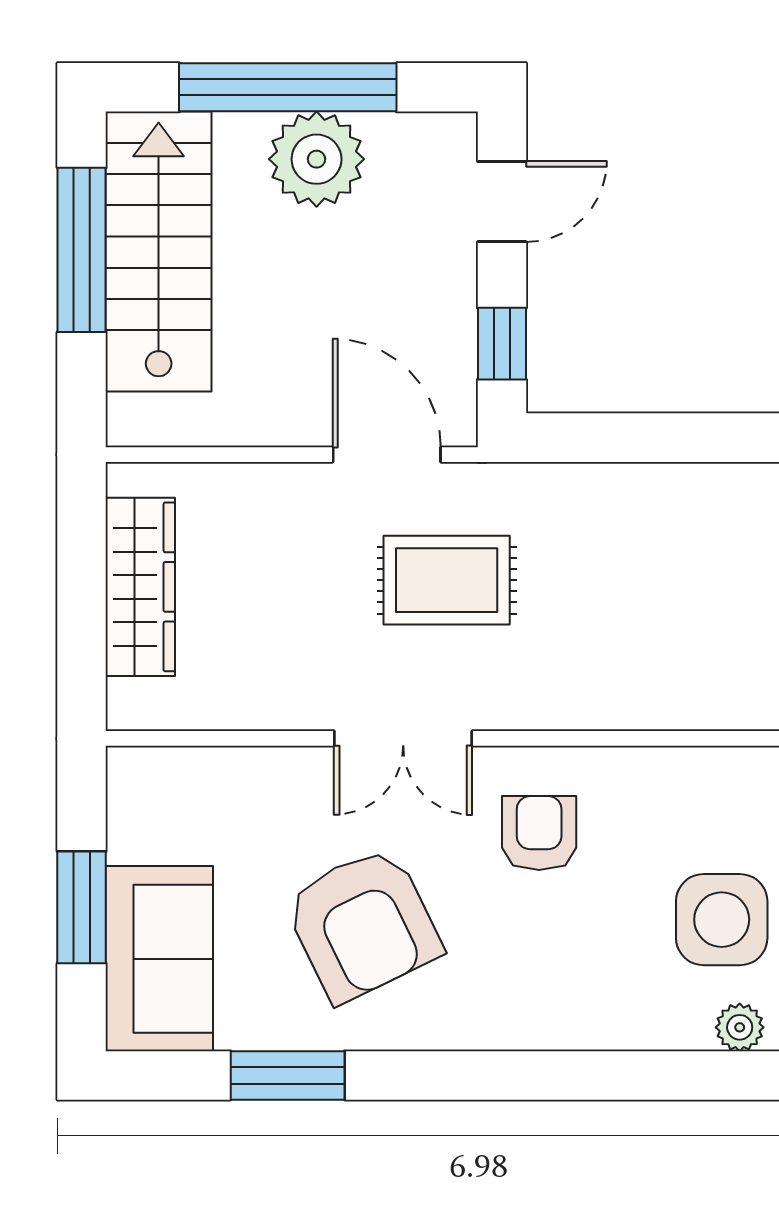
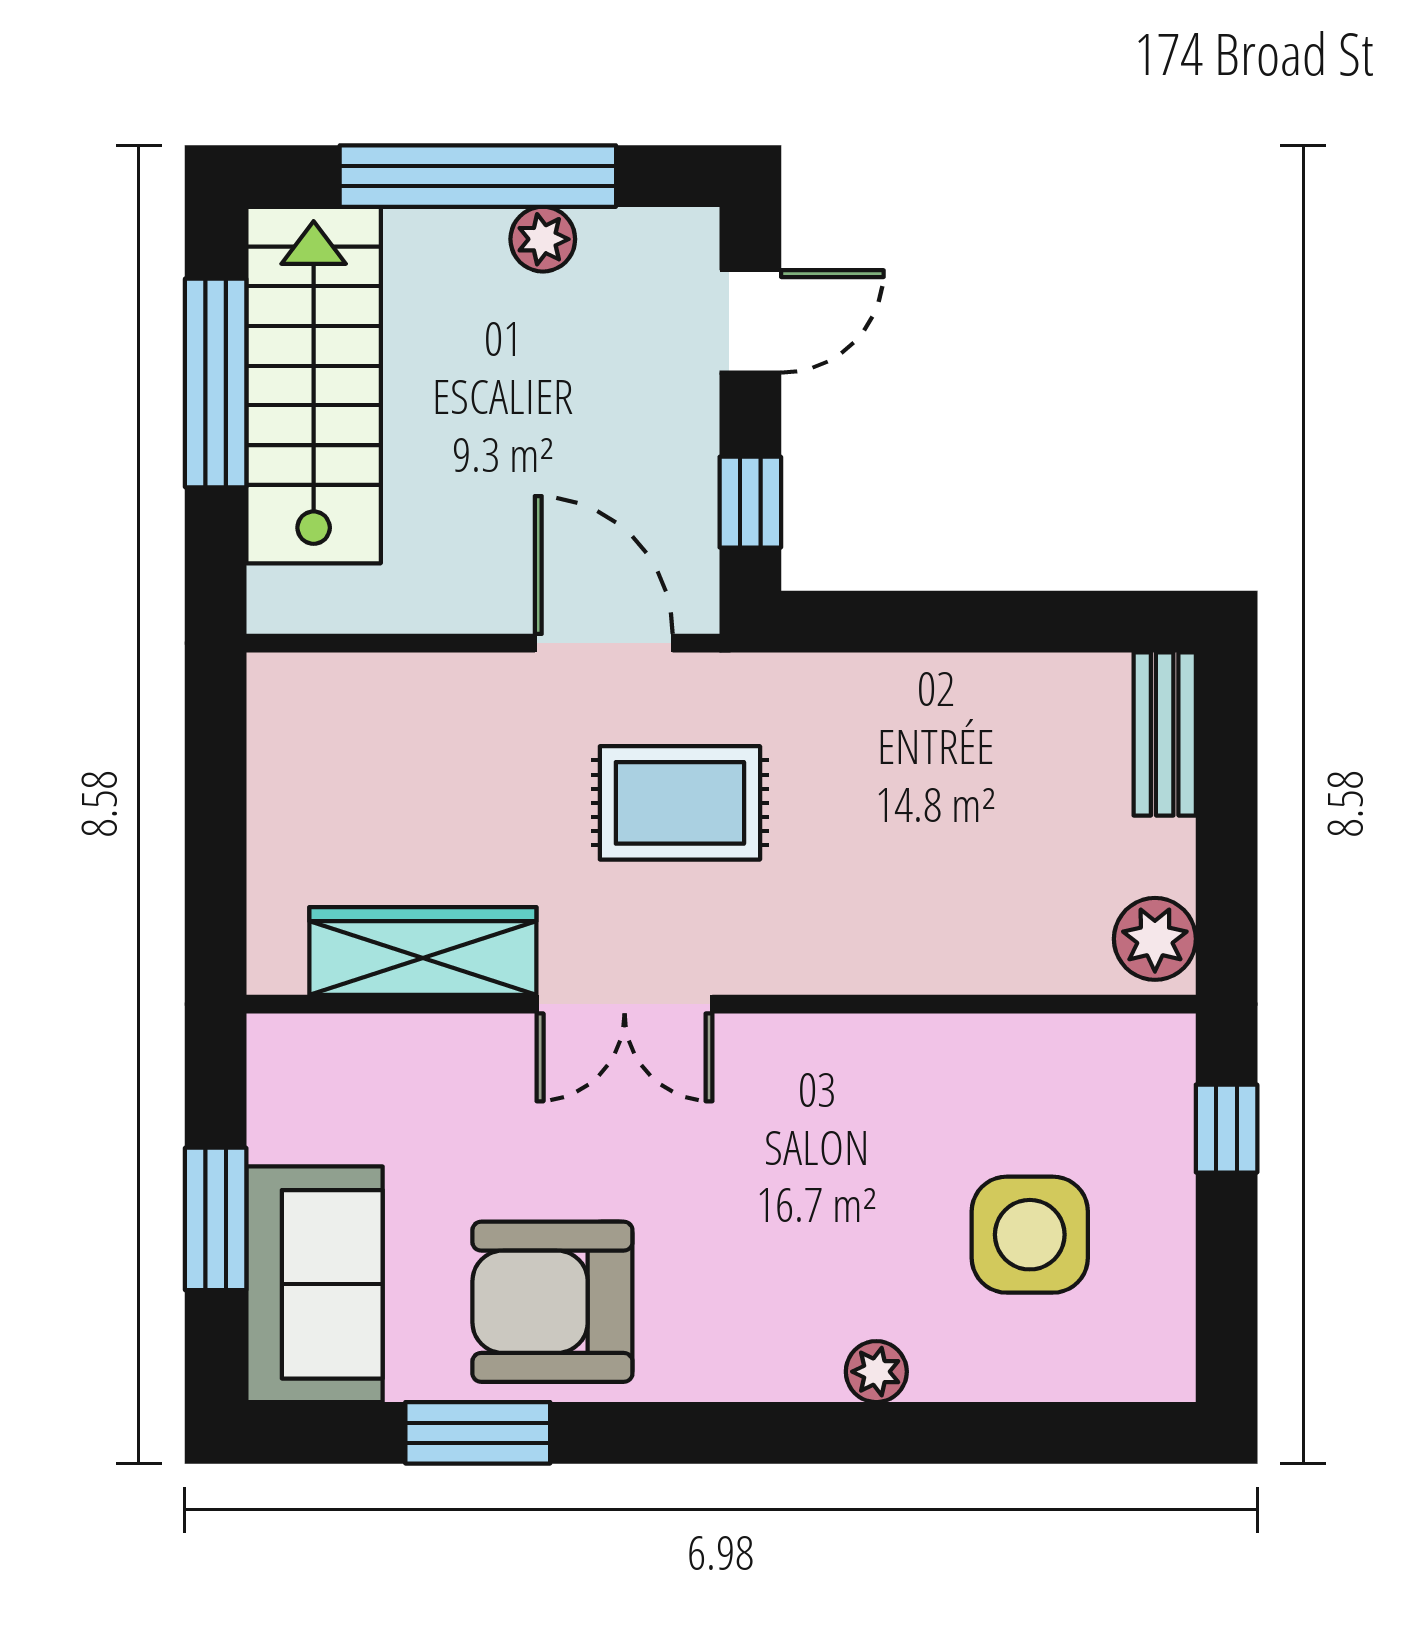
plant: (317, 159) -> (543, 239), width x0.53, depth x0.53
wardrobe: (140, 587) -> (423, 951), moved, turned -90
armchair: (539, 833) -> (798, 1125), removed
armchair: (363, 924) -> (552, 1302), moved, turned 116
plant: (740, 1027) -> (876, 1372), moved

